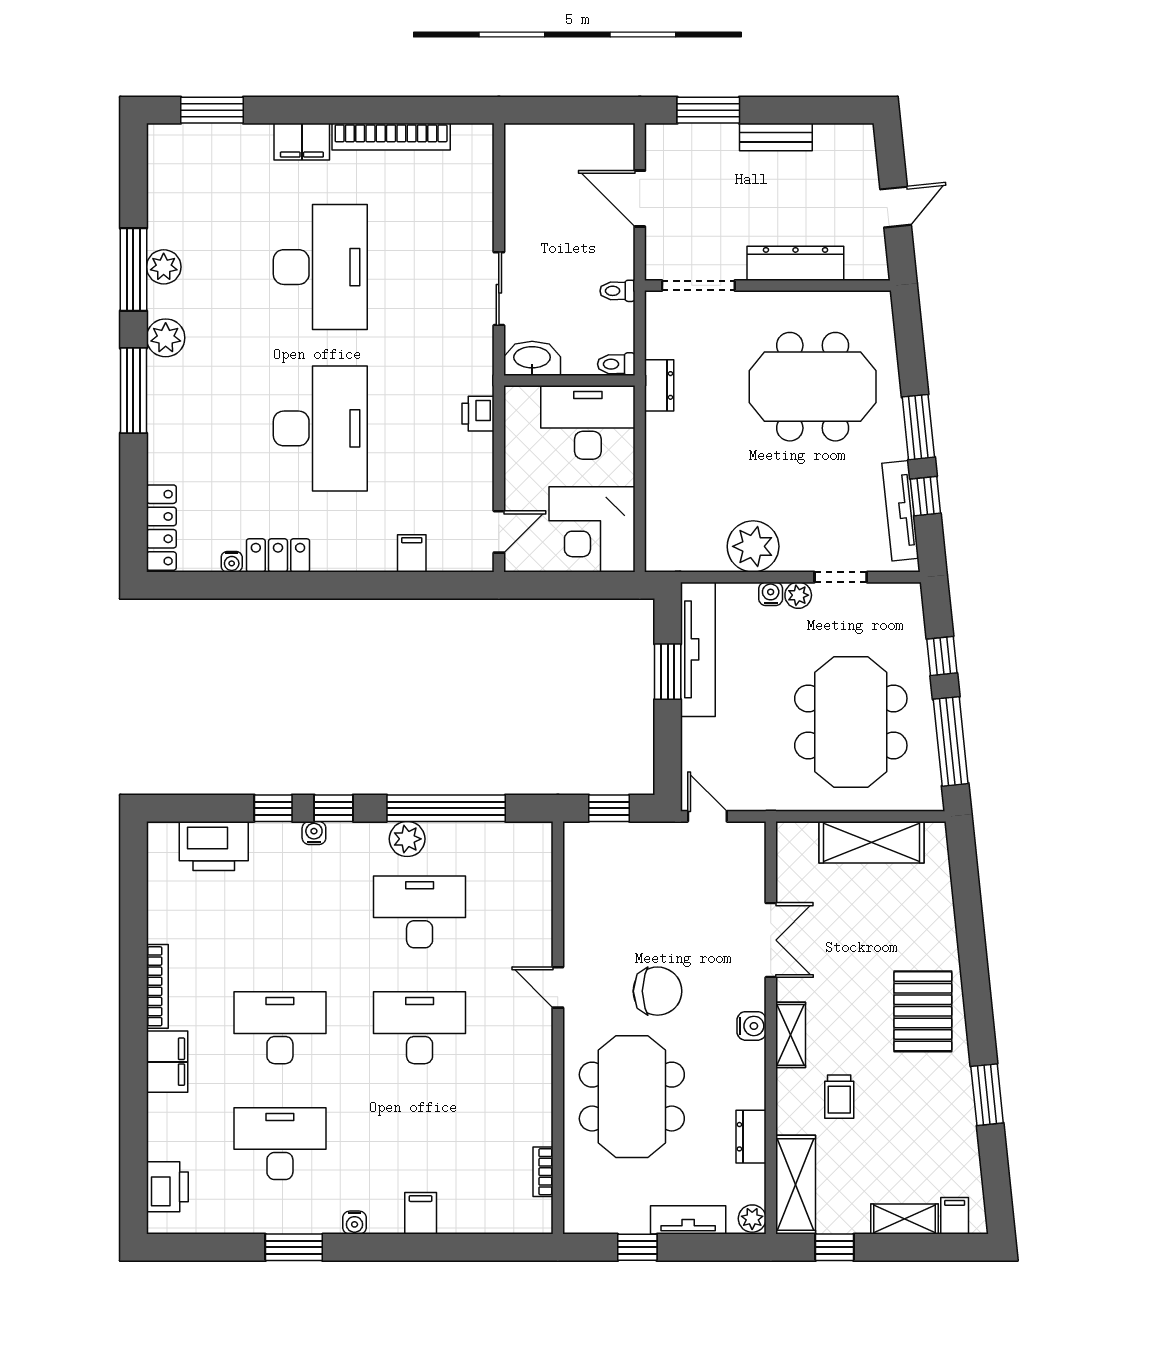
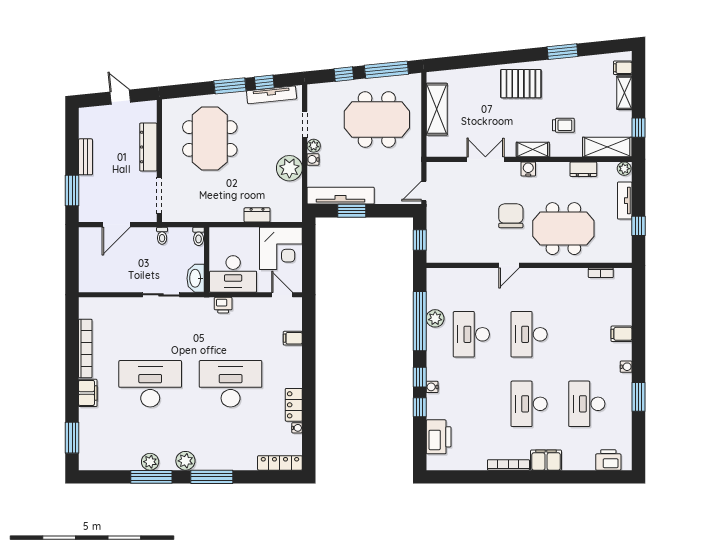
dresser: (659, 385) -> (257, 215), moved
desk: (588, 422) -> (233, 274), moved, turned -90
plant: (407, 839) -> (435, 318), moved

